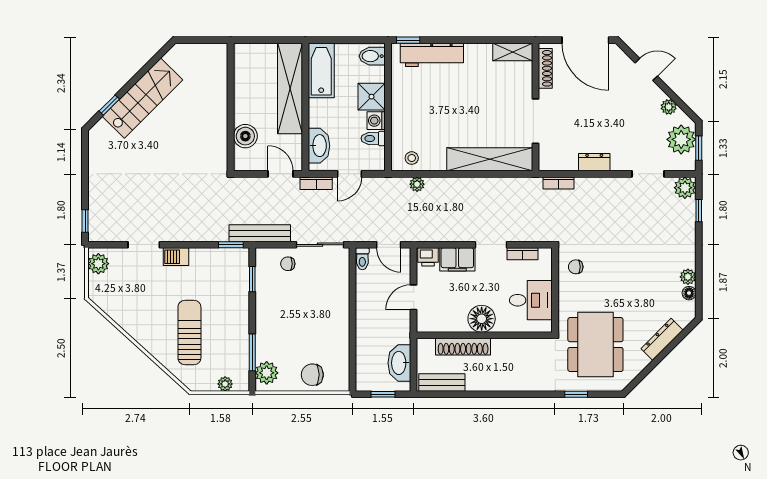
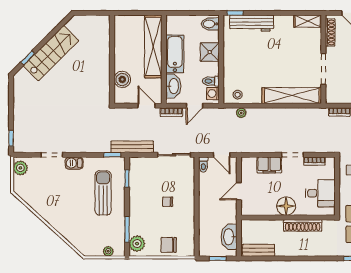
bathtub: (321, 70) -> (175, 54), moved
washing machine: (376, 121) -> (213, 94), moved
printer: (428, 257) -> (249, 163), removed
chair: (288, 264) -> (168, 202), moved
sun lounger: (189, 333) -> (103, 193), moved
shoe rack: (463, 347) -> (303, 225), moved

